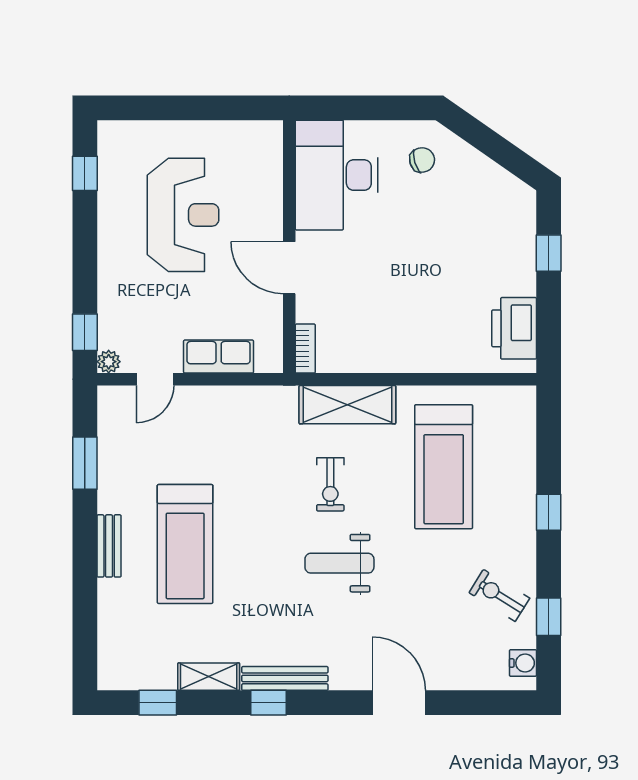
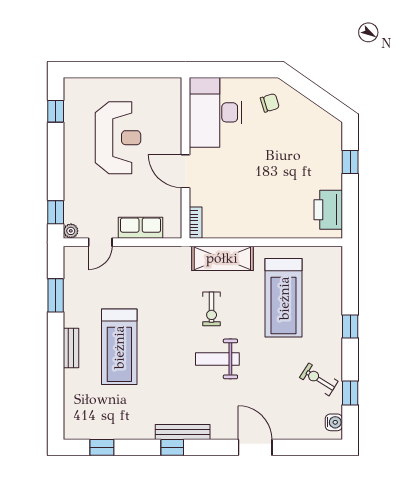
shelving: (209, 677) -> (134, 431), removed

